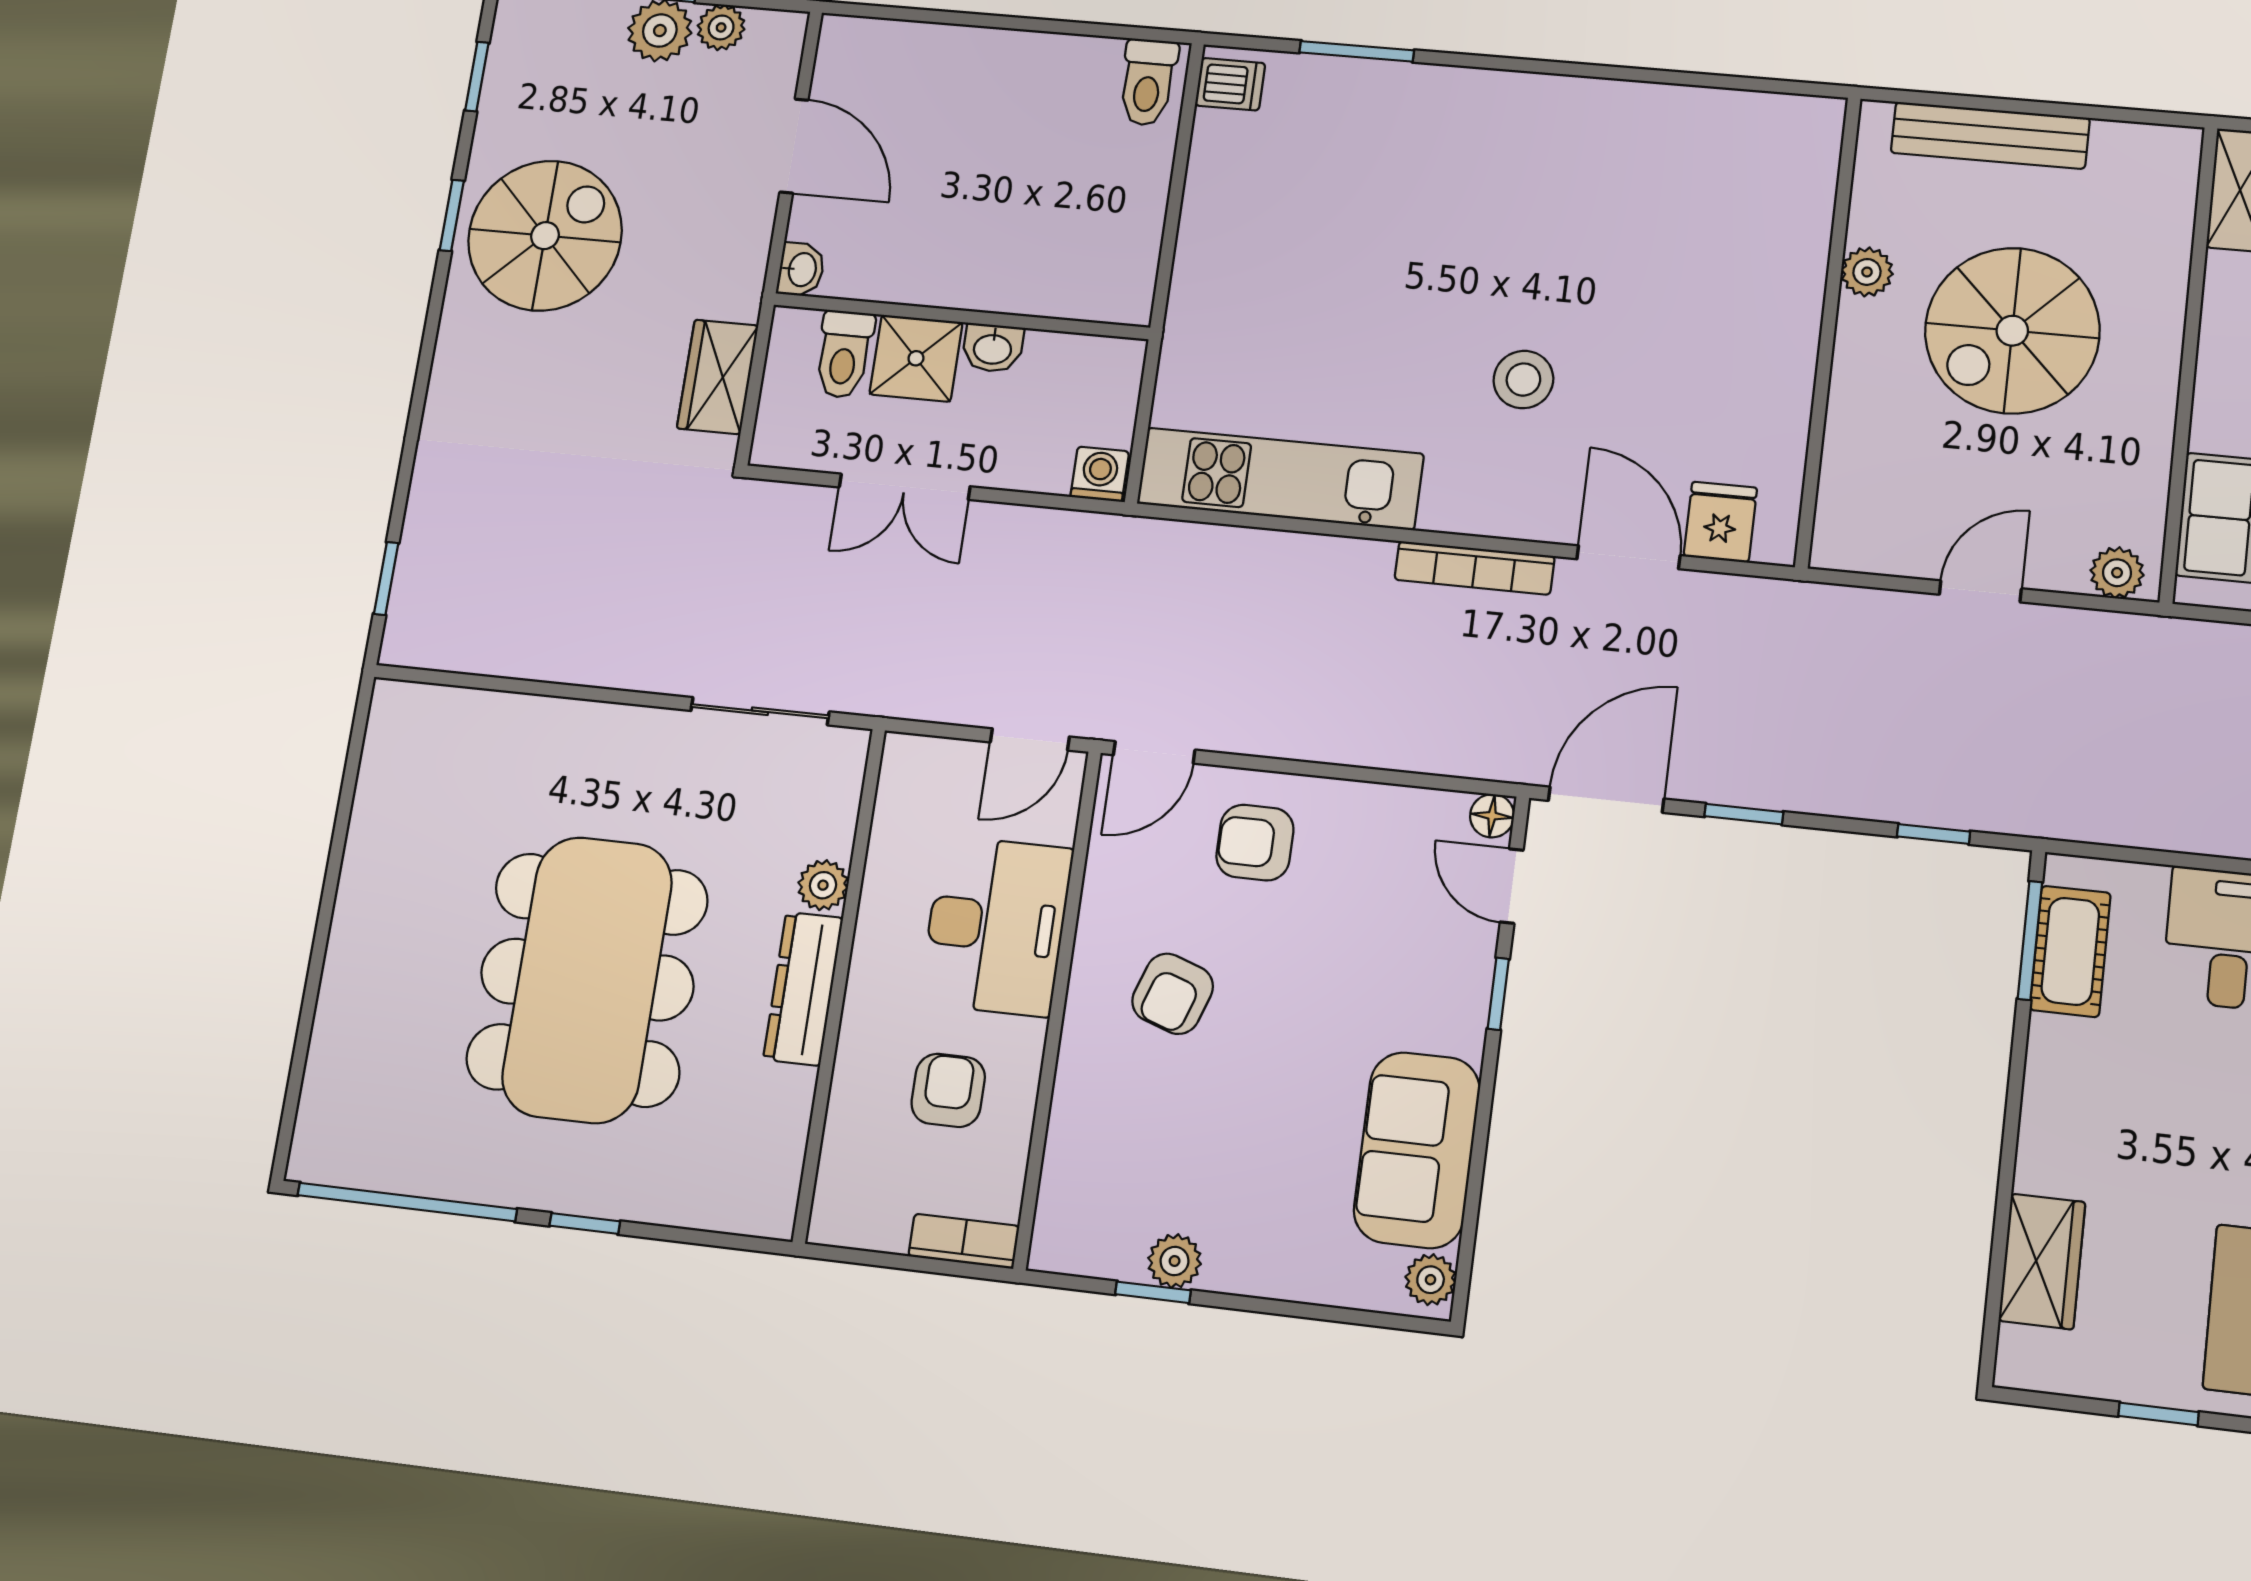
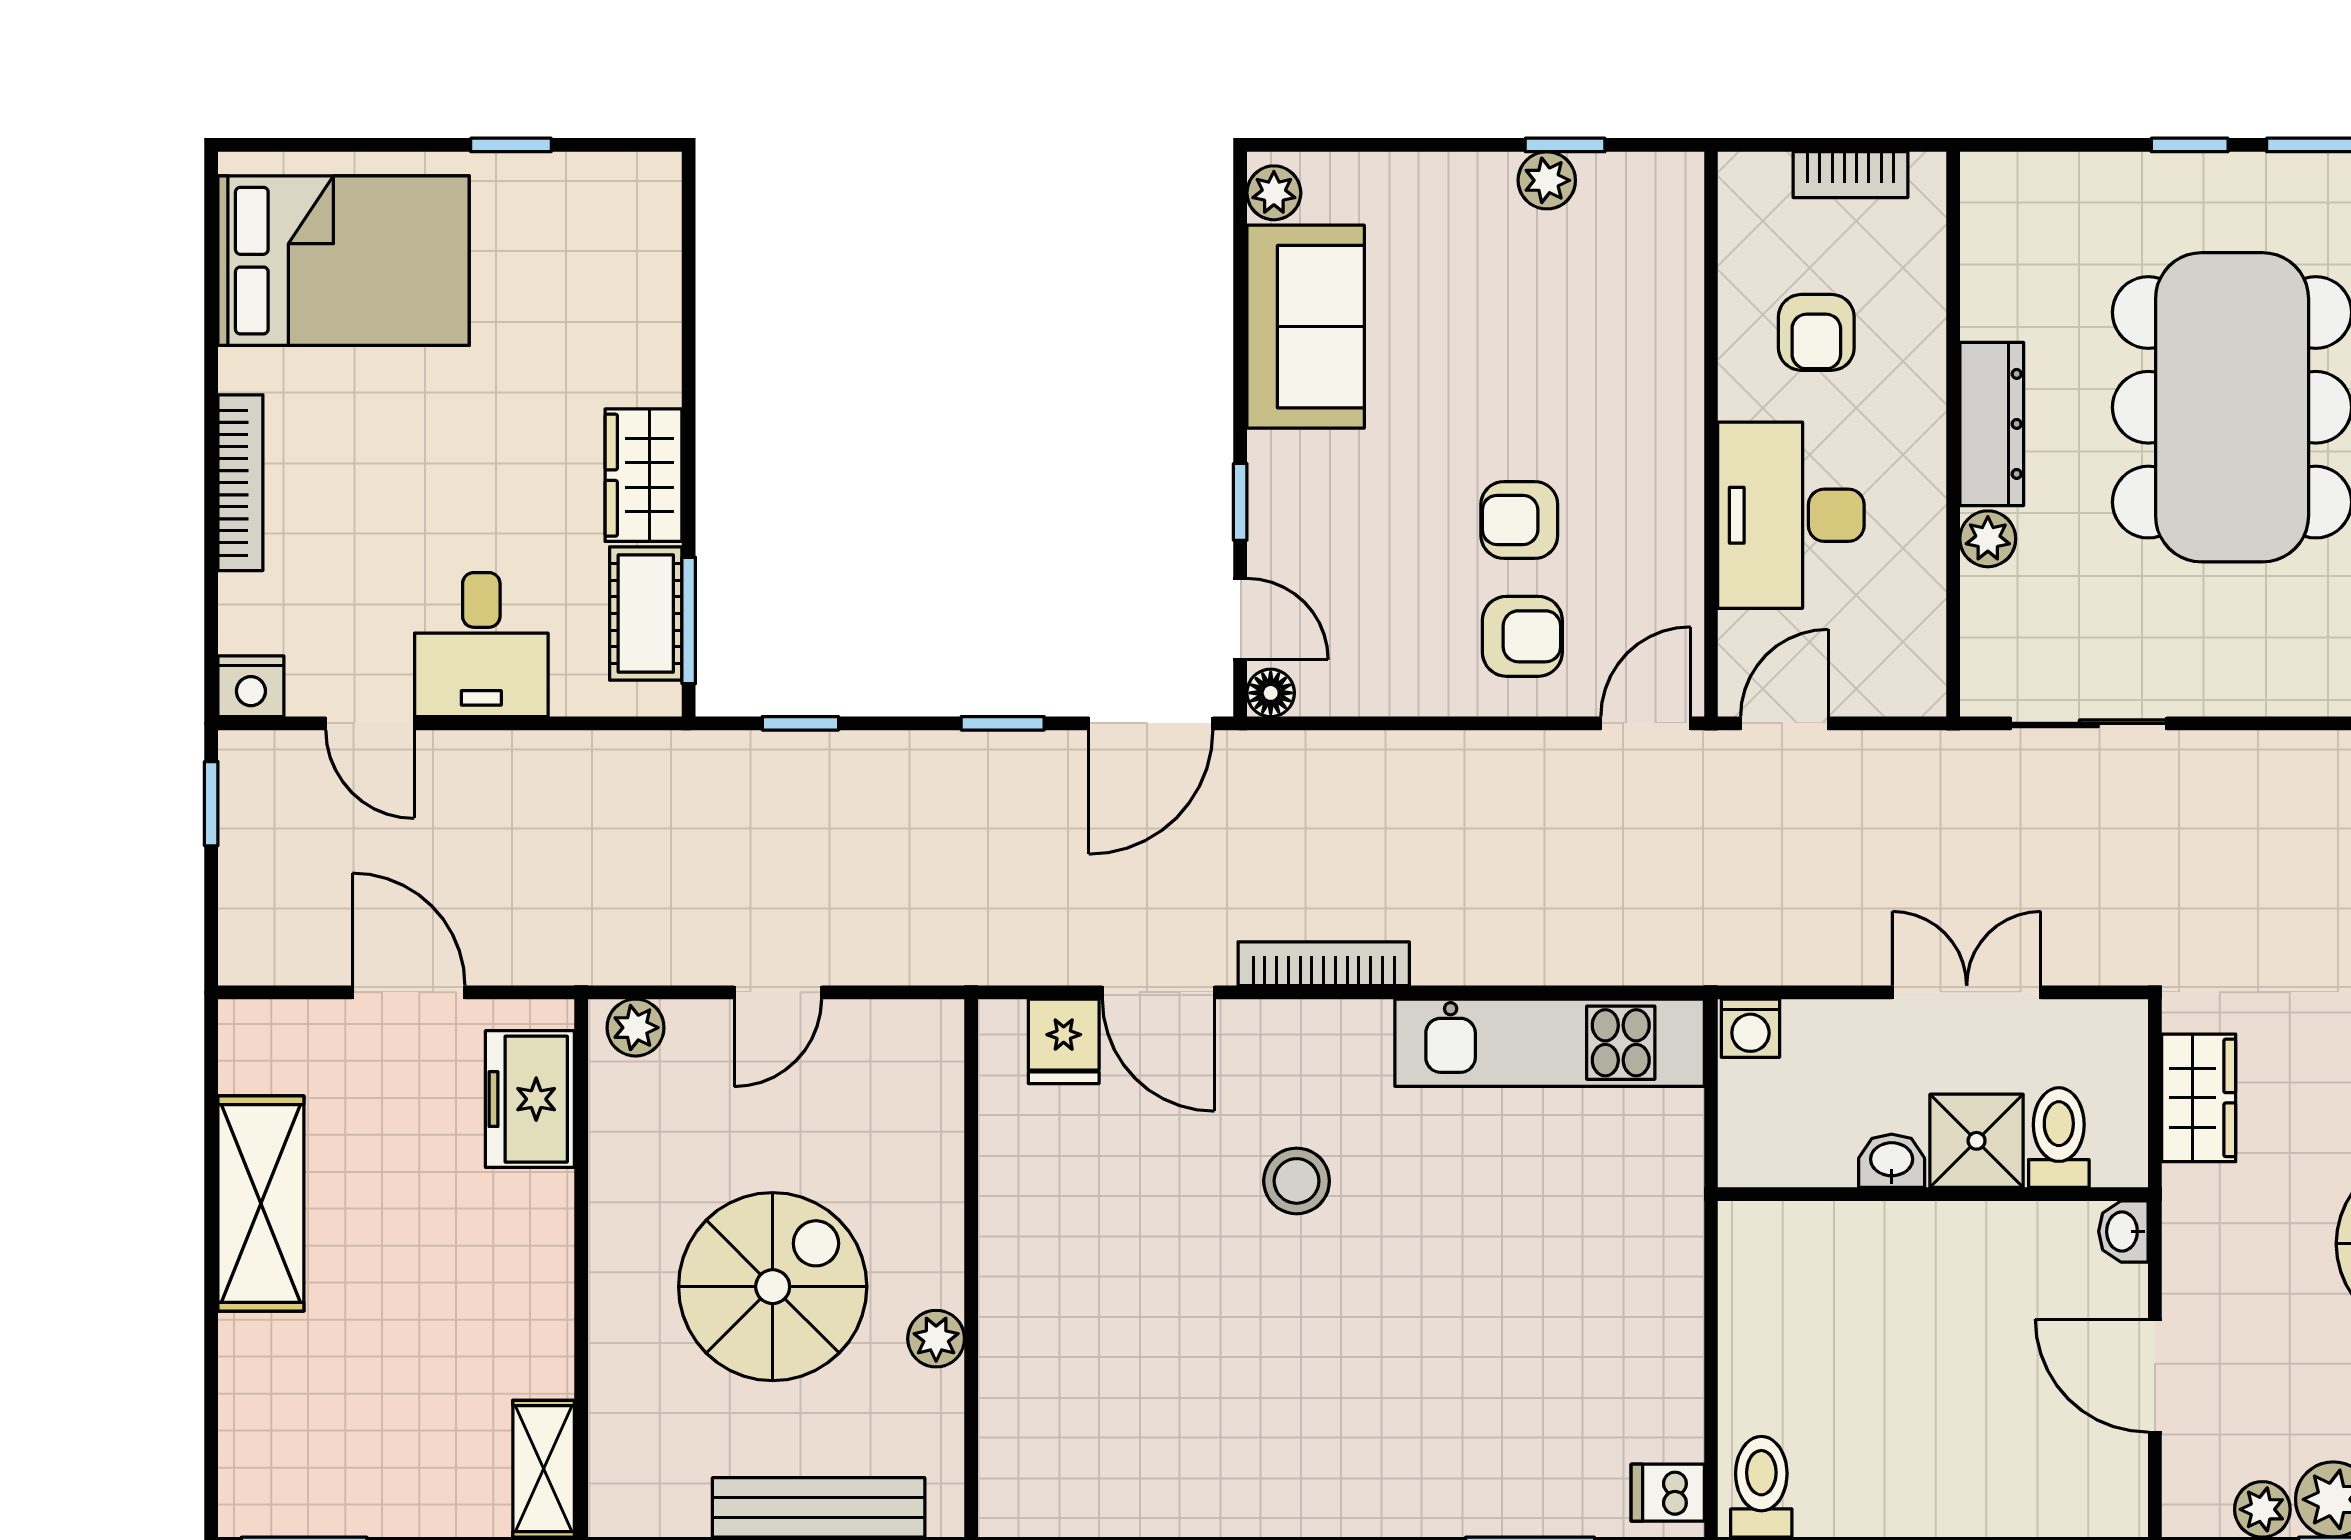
armchair: (1173, 994) -> (1519, 520), moved, turned -109
bookcase: (964, 1241) -> (1850, 175), moved
wardrobe: (2042, 1261) -> (644, 475), moved

